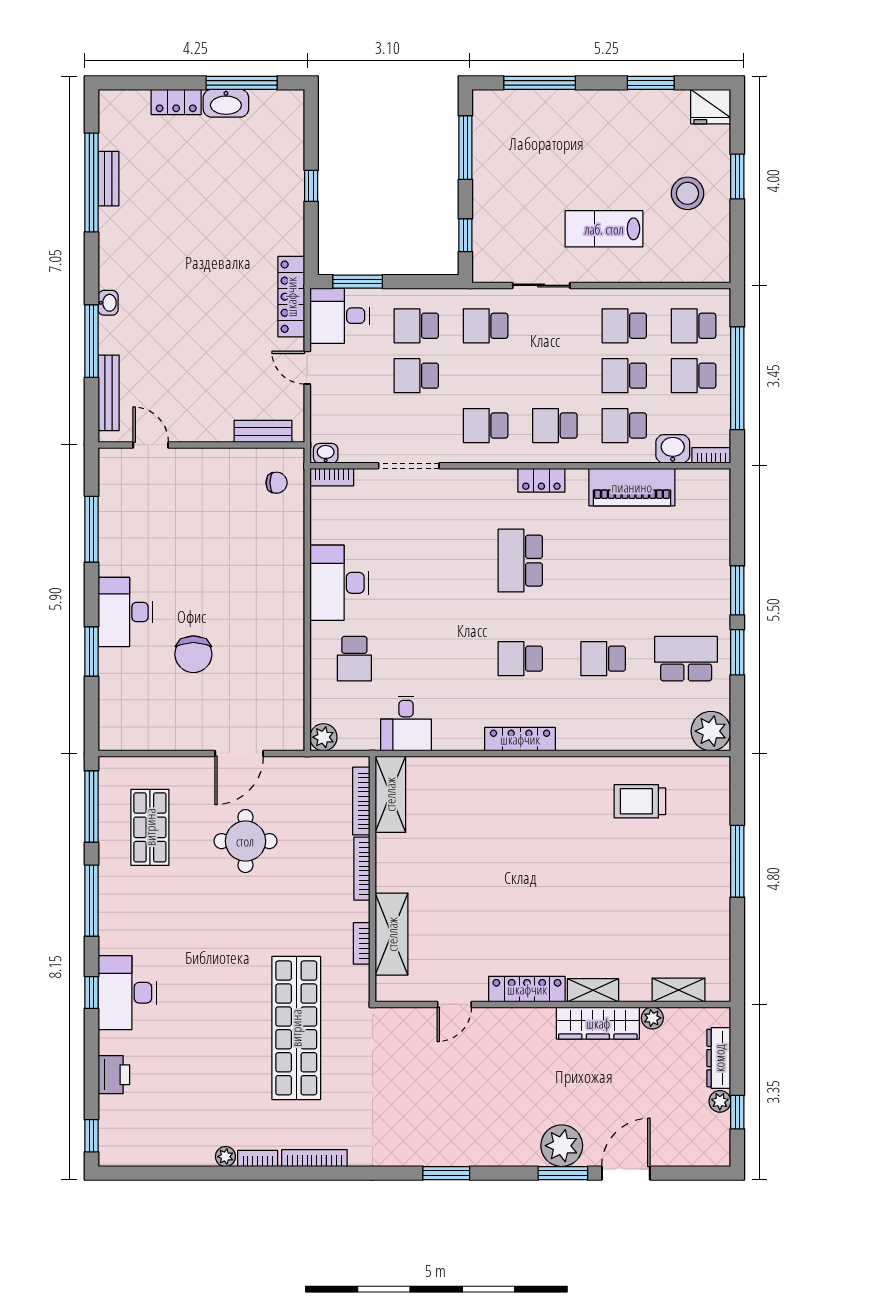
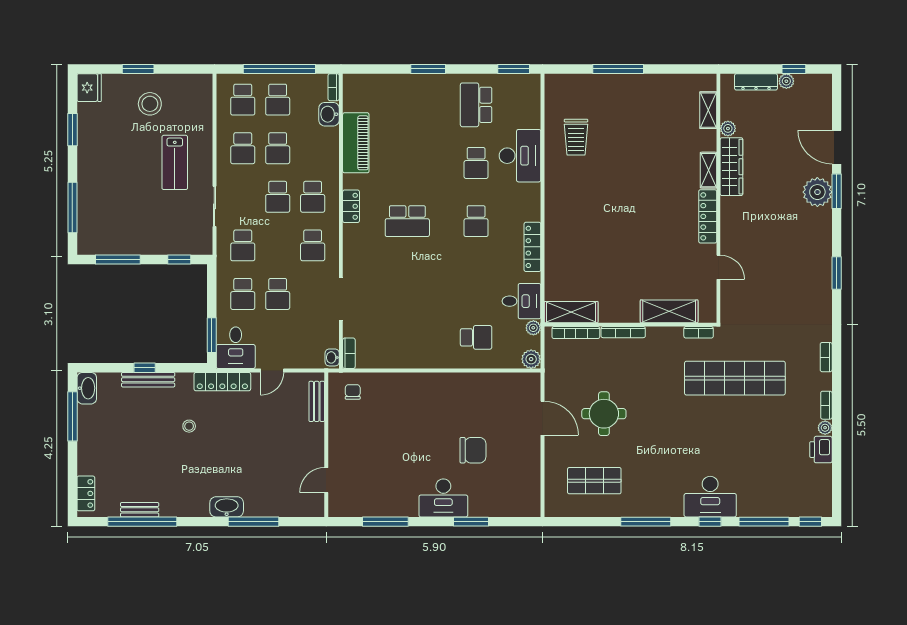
locker: (176, 102) -> (86, 493), moved
washbasin: (226, 103) -> (87, 388), moved
stool: (228, 249) -> (189, 426), added
washbasin: (108, 303) -> (227, 507), width x1.91, depth x1.45
bench: (109, 393) -> (148, 380), moved
school desk: (624, 426) -> (278, 197), moved
desk: (339, 583) -> (520, 156), moved, turned -90
window: (737, 652) -> (514, 69), moved
plant: (711, 731) -> (533, 328), moved, width x0.53, depth x0.53
locker: (520, 739) -> (532, 247), moved
window: (91, 806) -> (764, 522), moved
bookcase: (362, 943) -> (699, 332), moved
printer: (114, 1075) -> (821, 450), moved, turned -90
bookcase: (314, 1158) -> (826, 357), width x0.64

